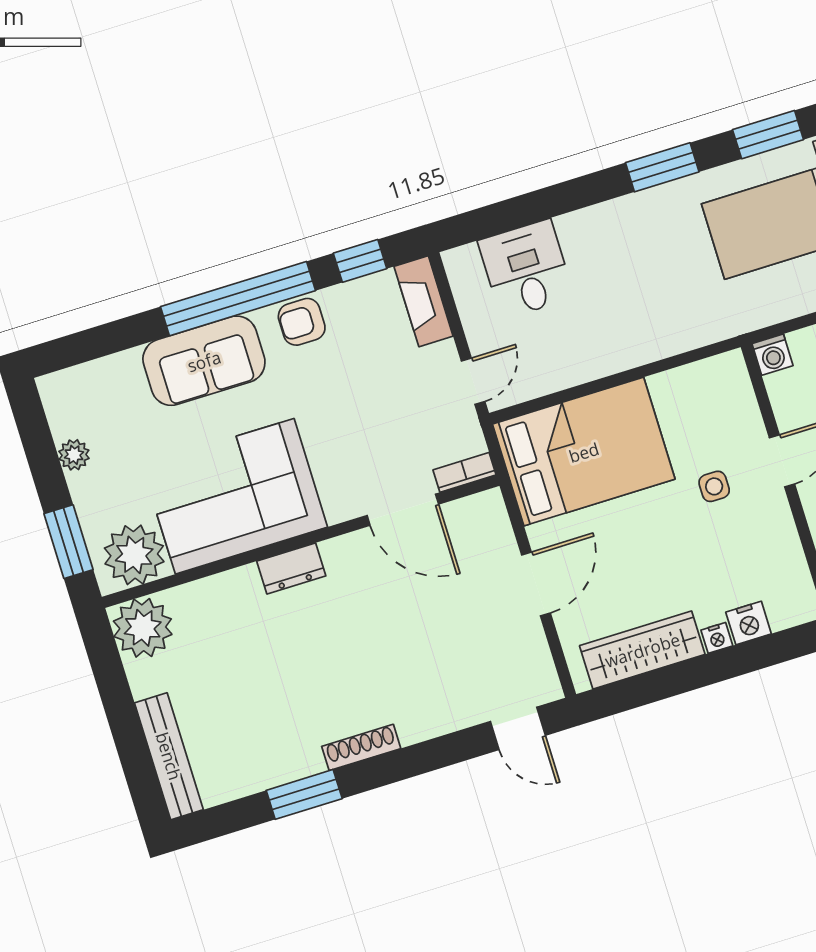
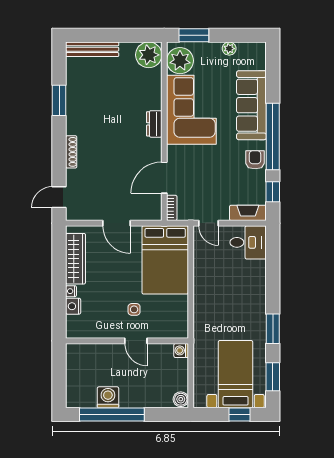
desk: (526, 269) -> (248, 242), moved
sofa: (204, 361) -> (251, 105), width x1.36
shoe rack: (361, 747) -> (71, 152), moved

